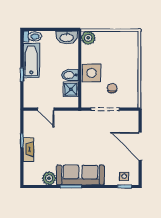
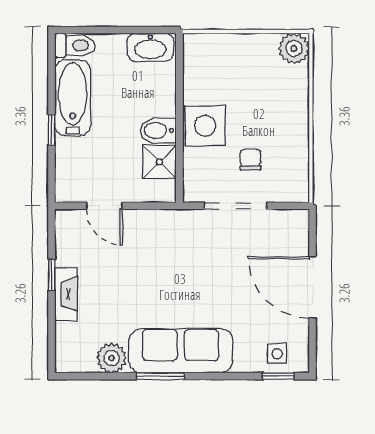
plant: (88, 38) -> (294, 48), moved

